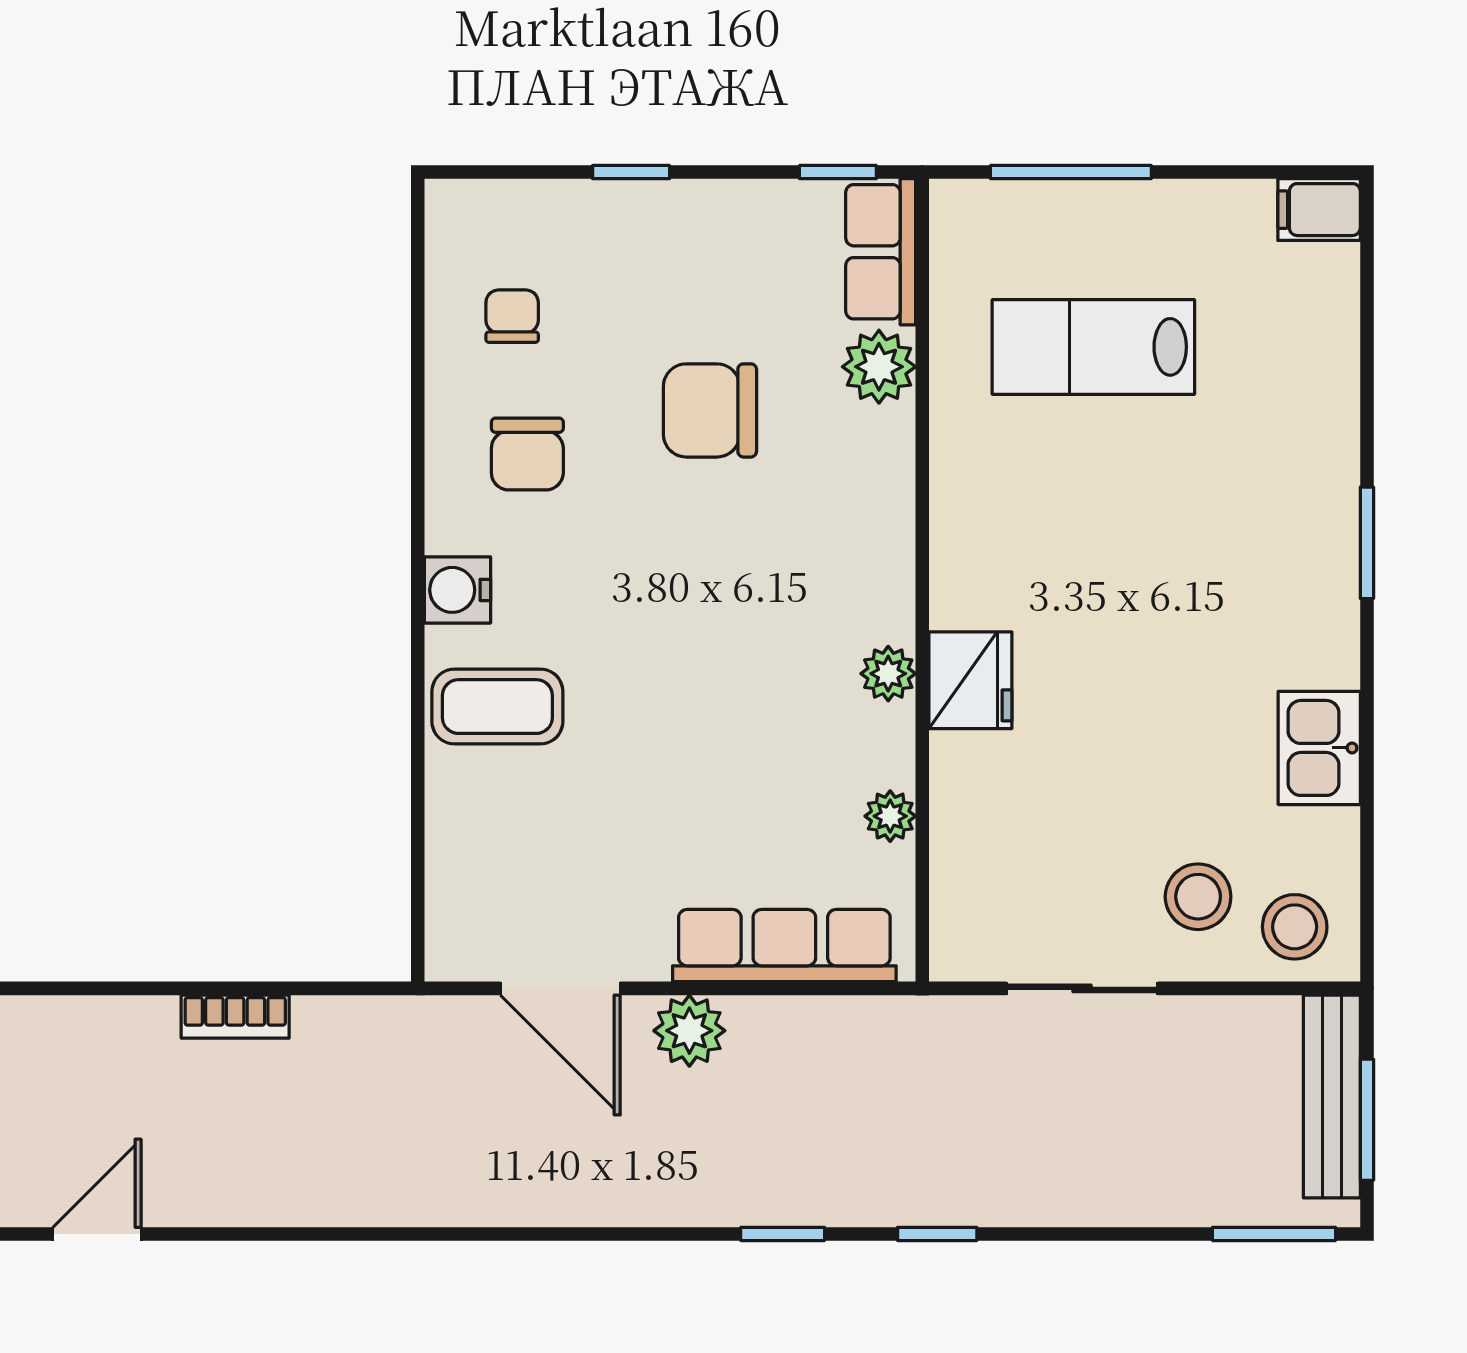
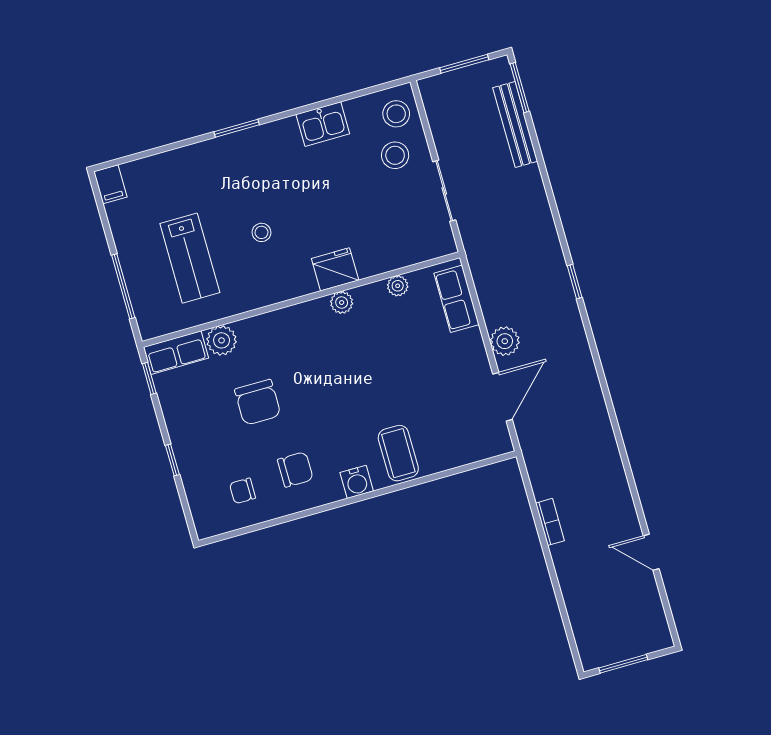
stool: (1106, 532) -> (261, 232), added
row of seats: (784, 946) -> (457, 299), width x0.68
bench: (1332, 1096) -> (515, 125), moved, turned 90
window: (937, 1234) -> (557, 221), removed

